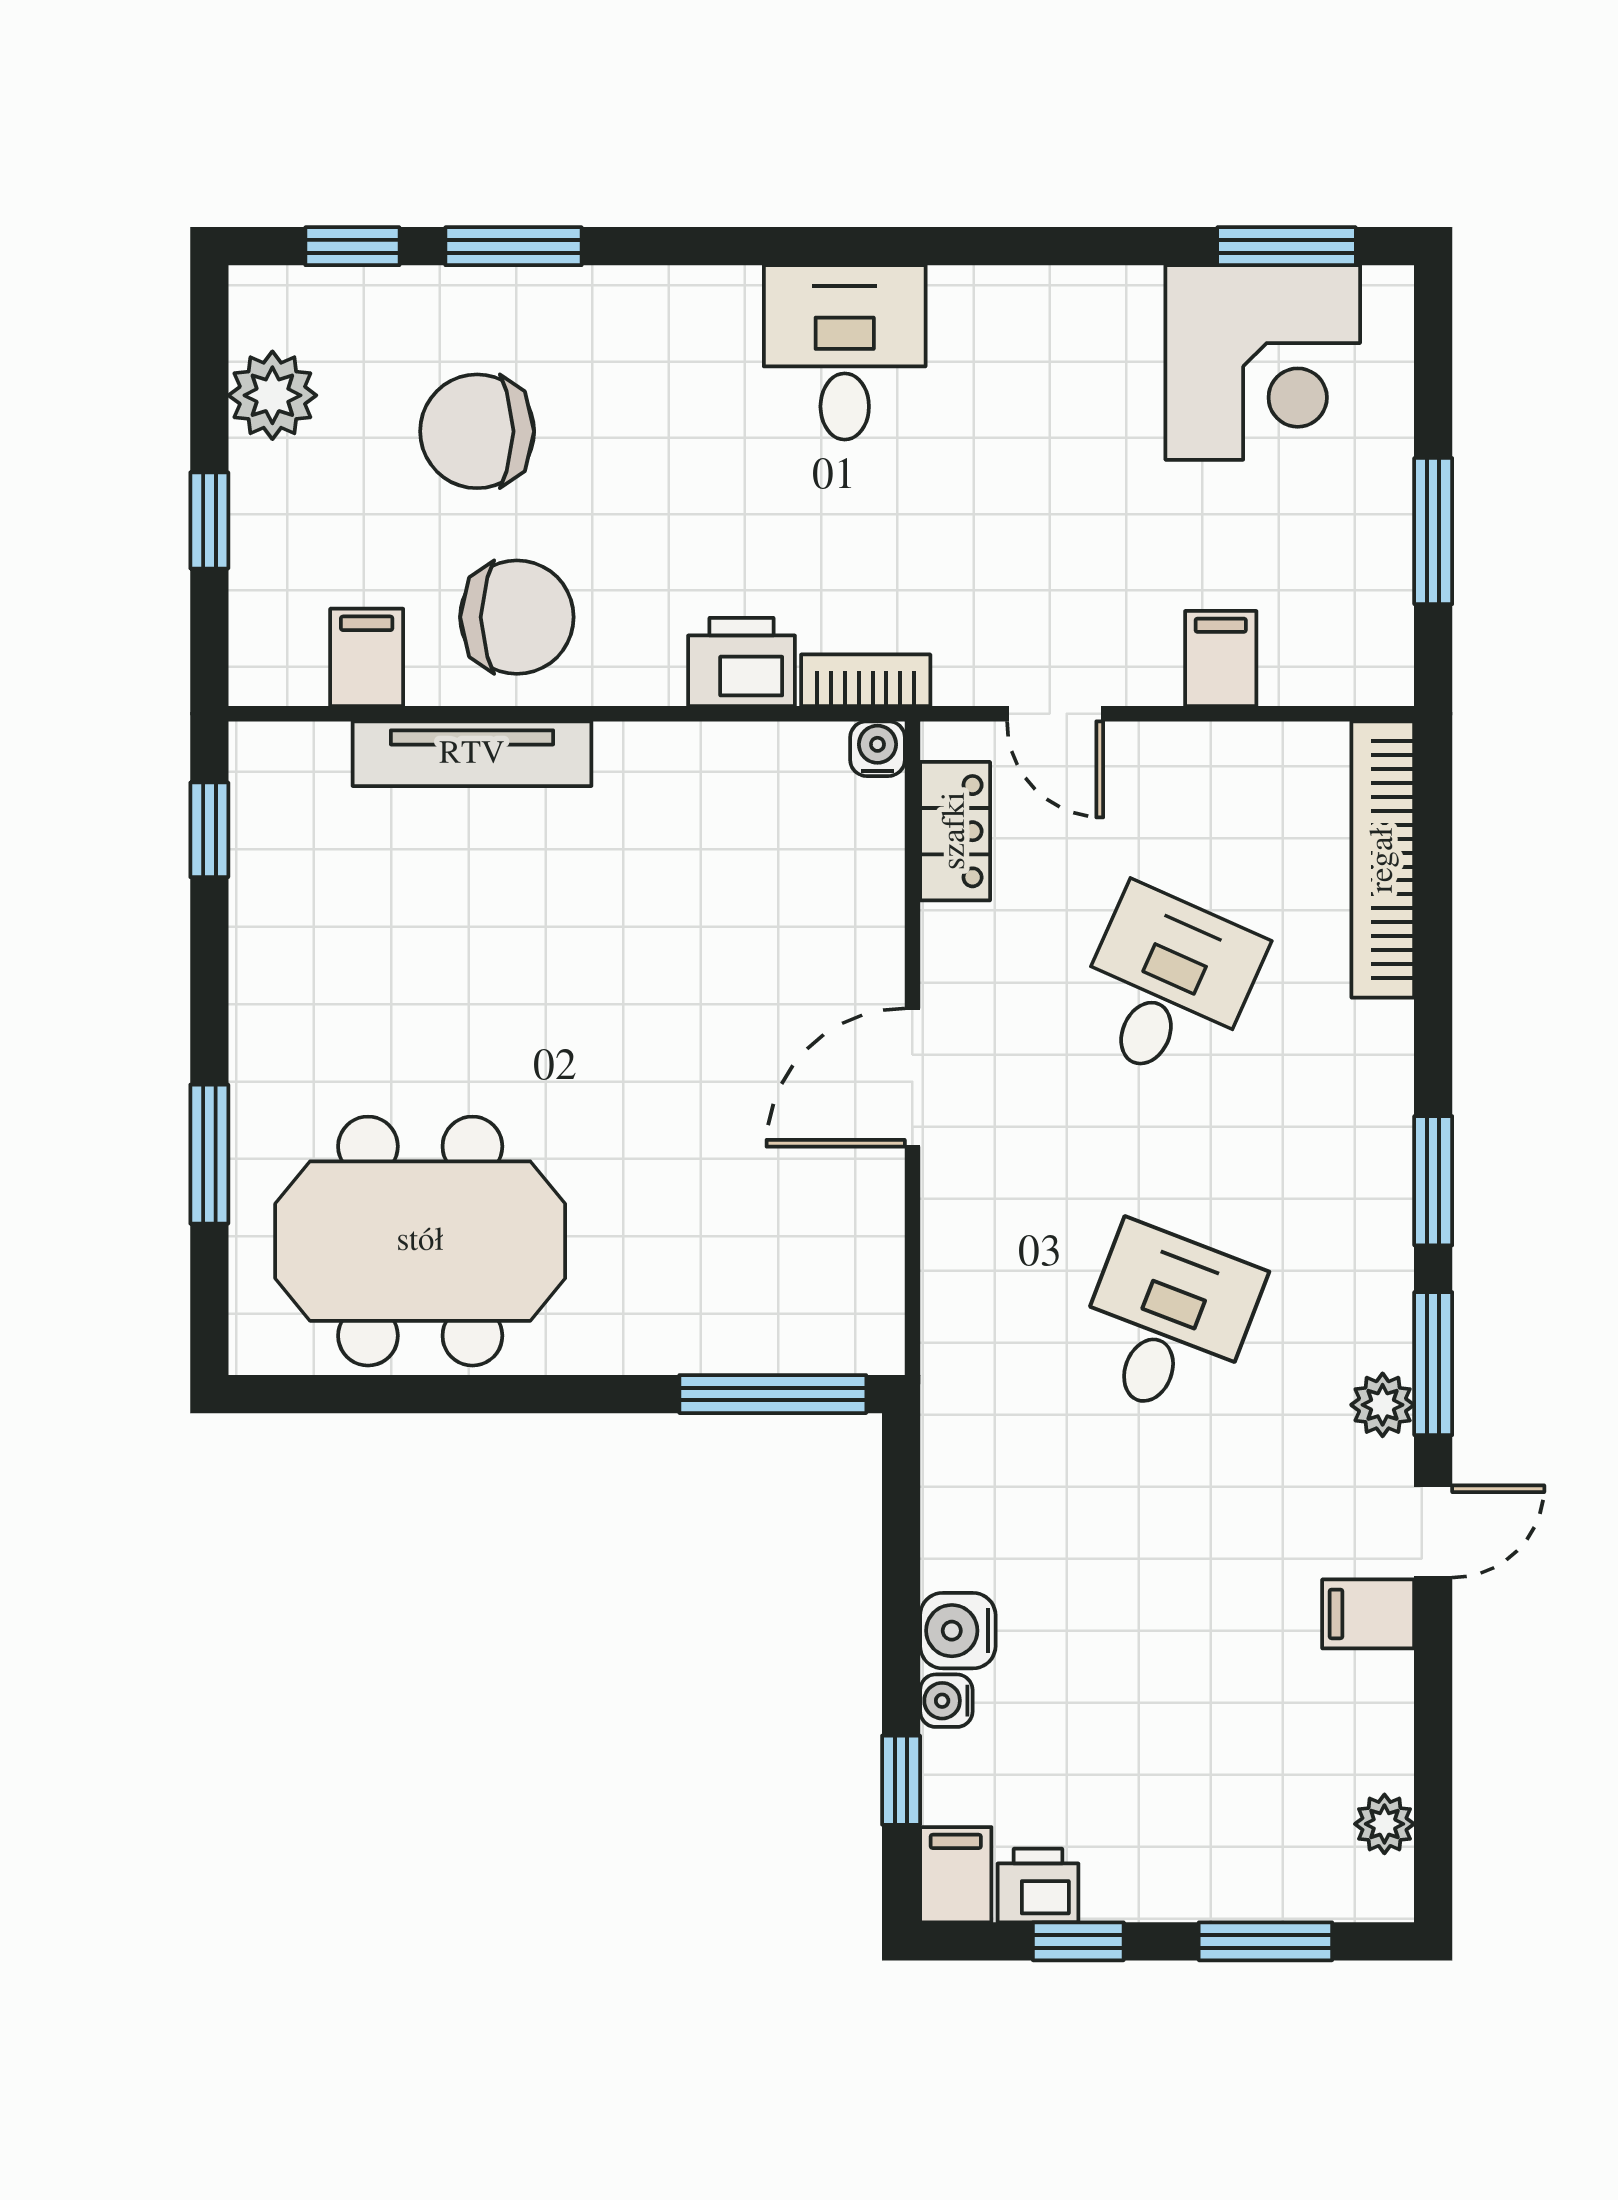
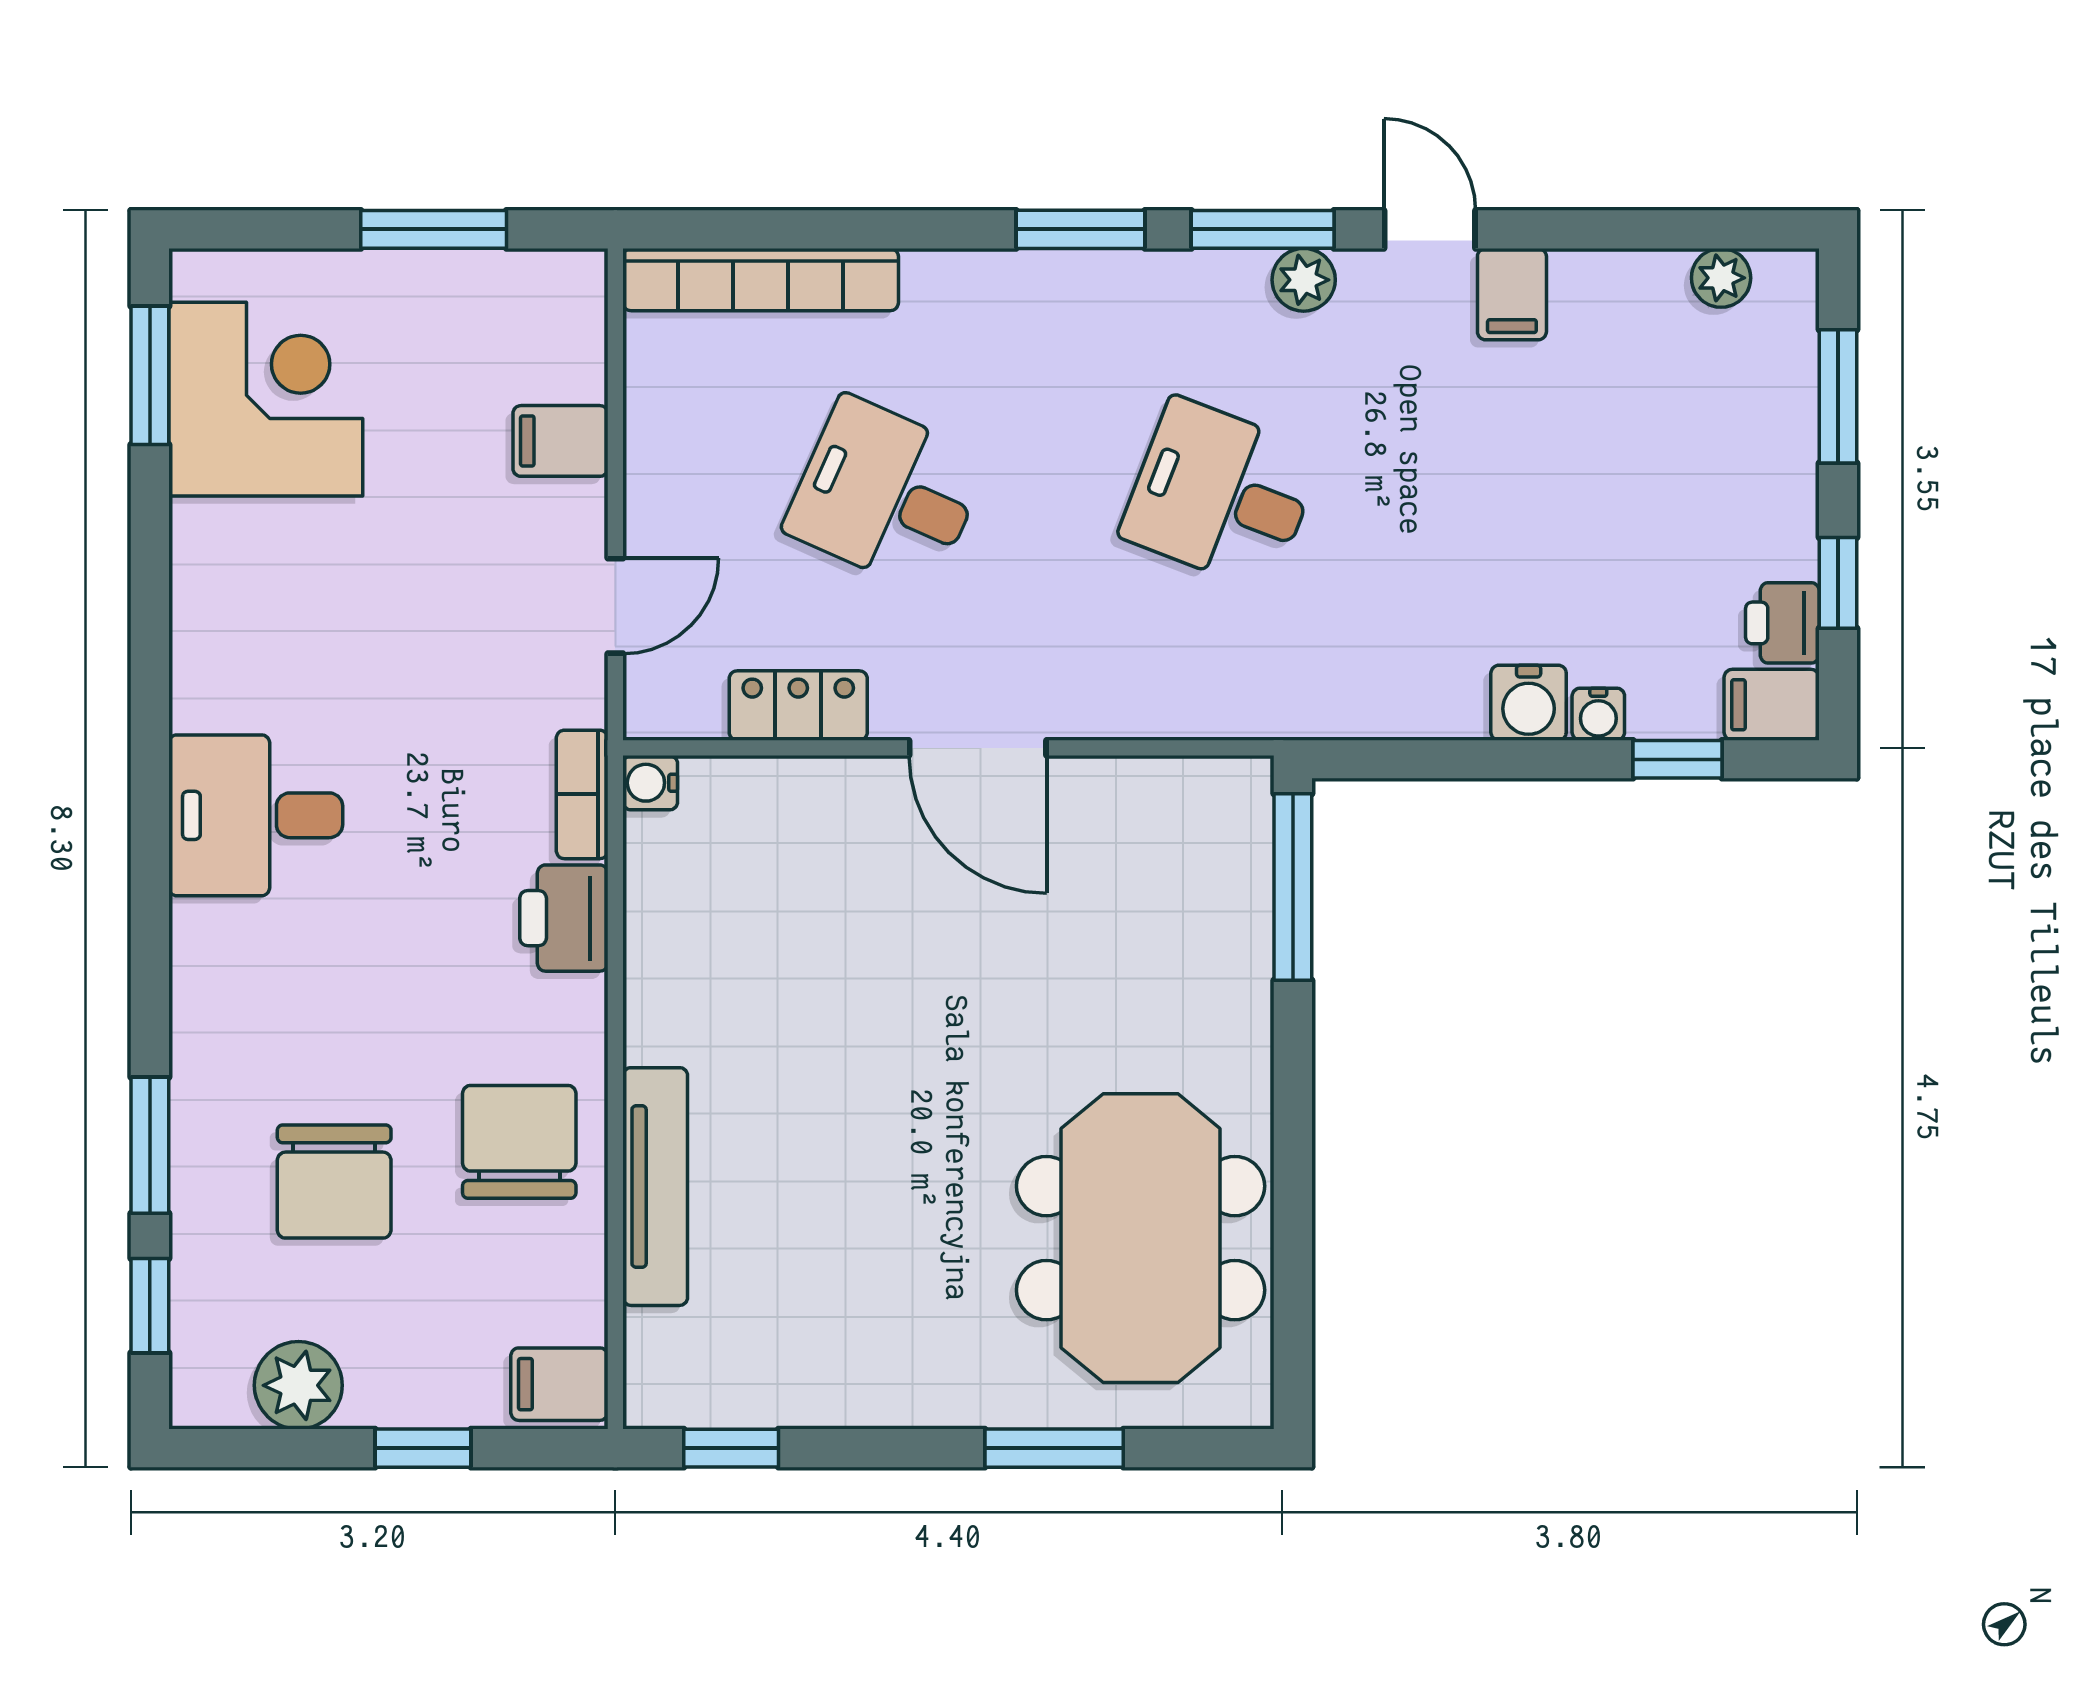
filing cabinet: (367, 657) -> (559, 1384), moved
locker: (955, 831) -> (798, 705), moved

